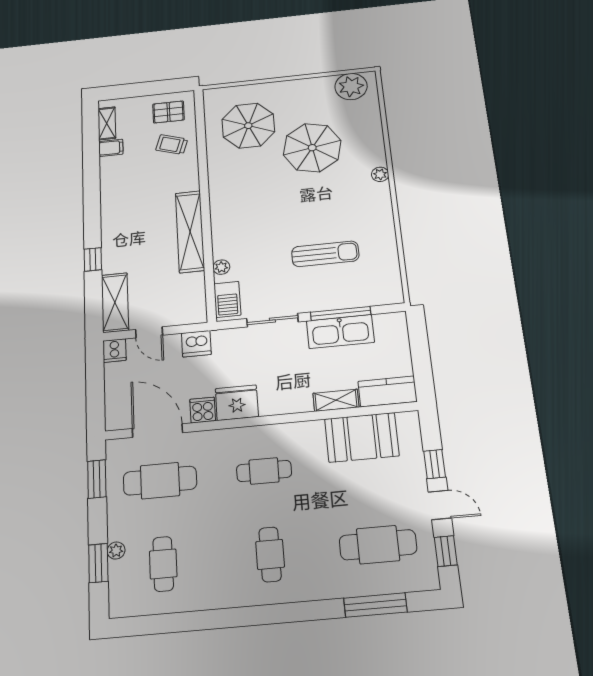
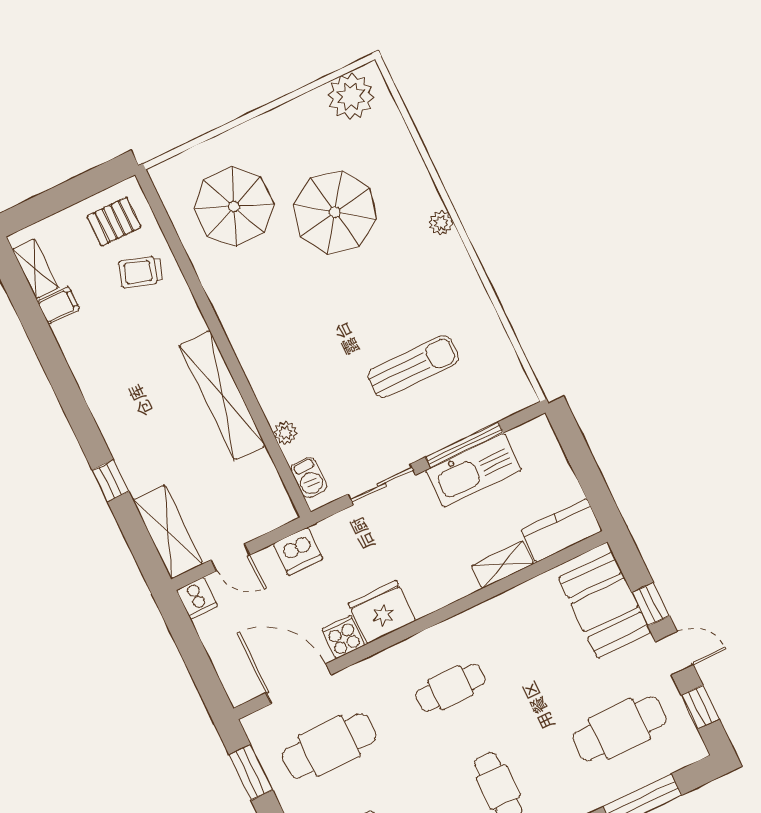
barbecue: (227, 299) -> (309, 477), width x0.73, depth x0.79
booth: (362, 437) -> (605, 605), moved, turned 90

